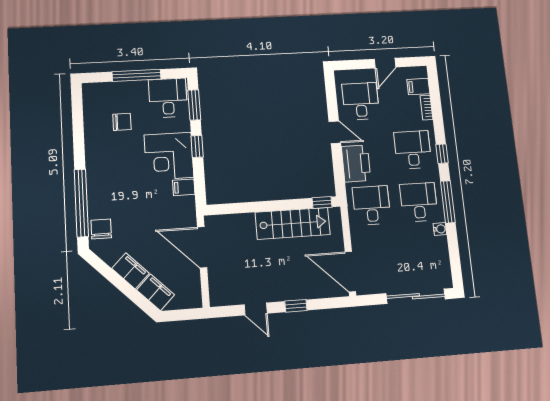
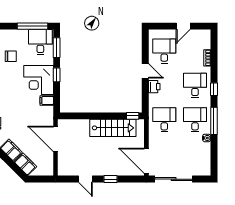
window: (137, 75) -> (33, 26), moved
filing cabinet: (418, 87) -> (204, 43), removed
printer: (356, 164) -> (154, 87), width x0.53, depth x0.68
sliding door: (416, 296) -> (174, 179), moved

